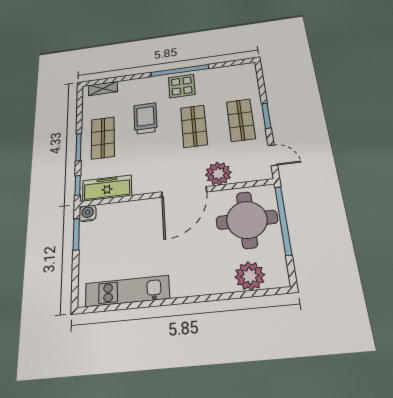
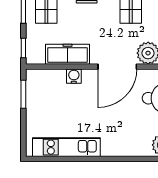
freezer: (107, 188) -> (67, 54), moved
water cooler: (88, 213) -> (74, 76), moved

